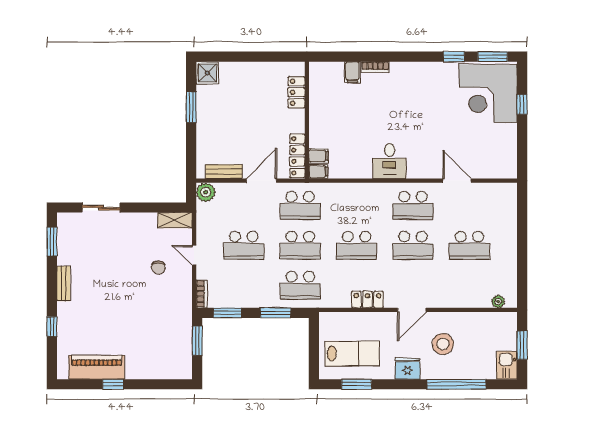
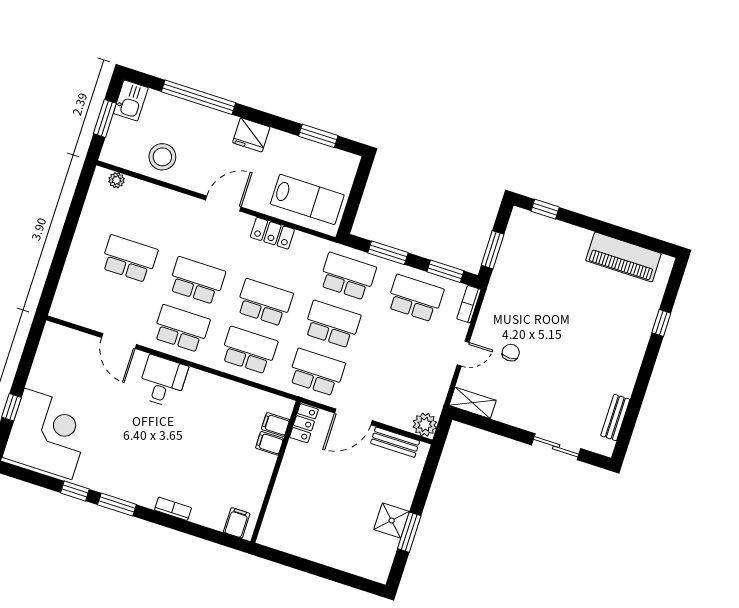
window: (493, 57) -> (117, 505), moved
filing cabinet: (352, 72) -> (237, 523), moved
shower: (207, 73) -> (392, 520), moved
locker: (296, 92) -> (277, 509), removed
locker: (297, 156) -> (304, 423), width x0.66
desk: (390, 161) -> (163, 381), moved
filing cabinet: (318, 172) -> (270, 443), moved
school desk: (357, 205) -> (249, 350), added
window: (52, 242) -> (628, 425), removed
school desk: (244, 245) -> (415, 298), moved
door: (194, 255) -> (463, 354), hinge flipped
bench: (64, 284) -> (615, 417), moved
stool: (443, 344) -> (162, 157), moved
lab bench: (352, 354) -> (307, 199), moved, turned 180
window: (113, 384) -> (545, 209), moved

